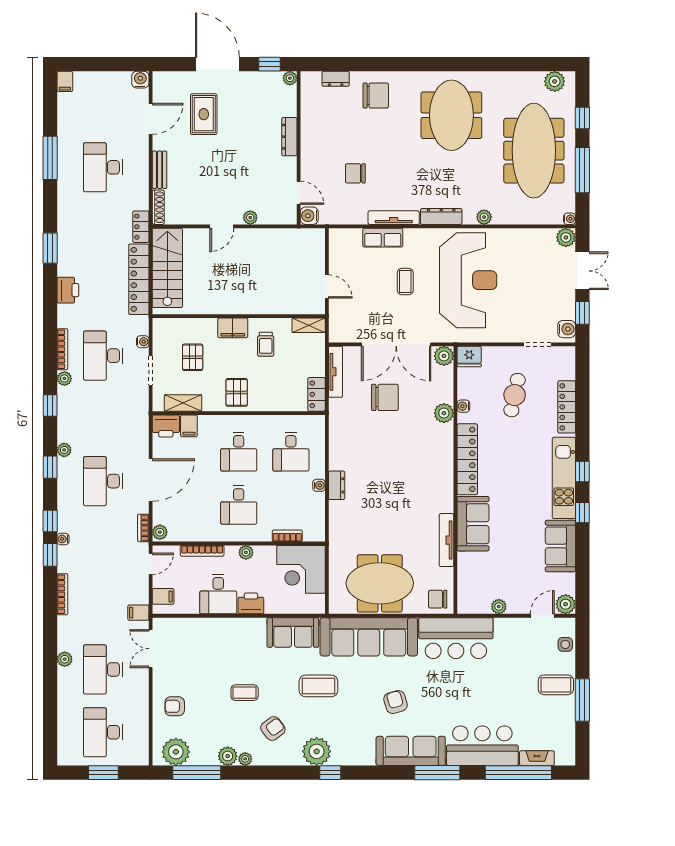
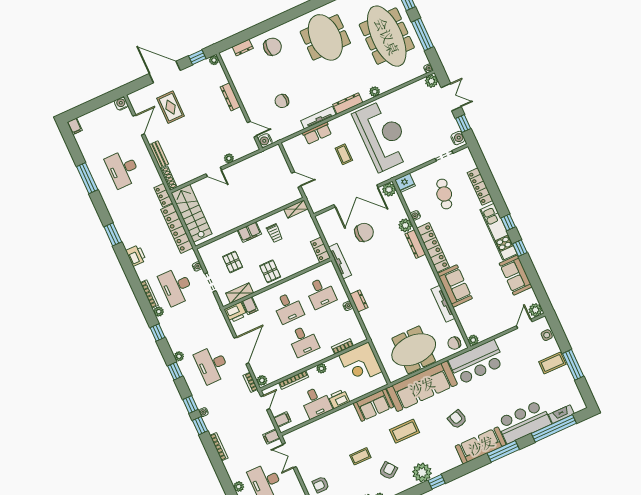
door: (222, 226) -> (214, 172), hinge flipped
tv unit: (336, 372) -> (340, 261), moved
dresser: (446, 444) -> (415, 244), added
plant: (499, 607) -> (473, 340), moved

